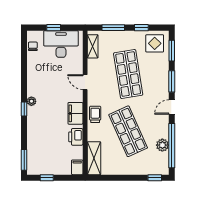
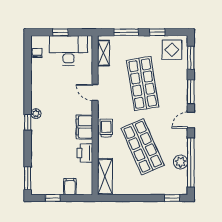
filing cabinet: (77, 167) -> (70, 187), moved

